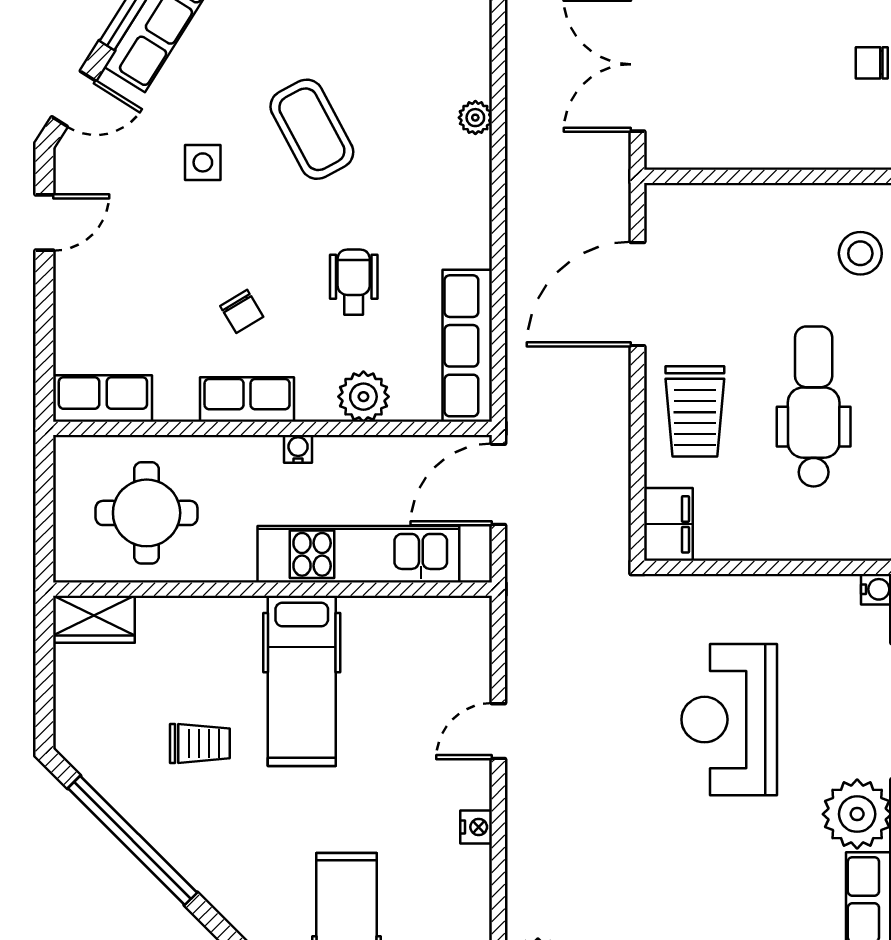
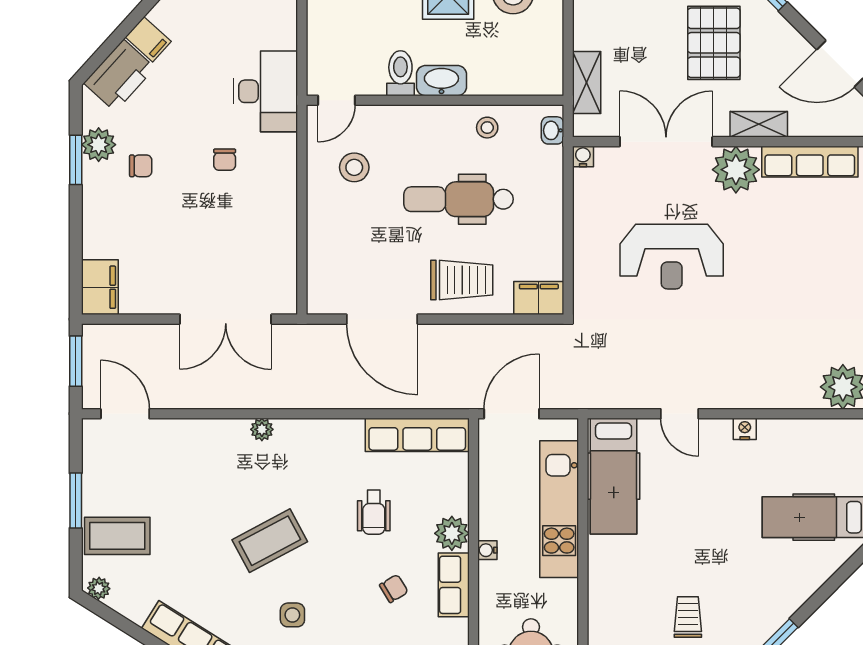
wheelchair: (354, 282) -> (374, 512), turned -90
plant: (363, 397) -> (452, 533), moved
door: (498, 484) -> (512, 414), swing flipped
hospital bed: (302, 681) -> (614, 476), moved, turned 90

